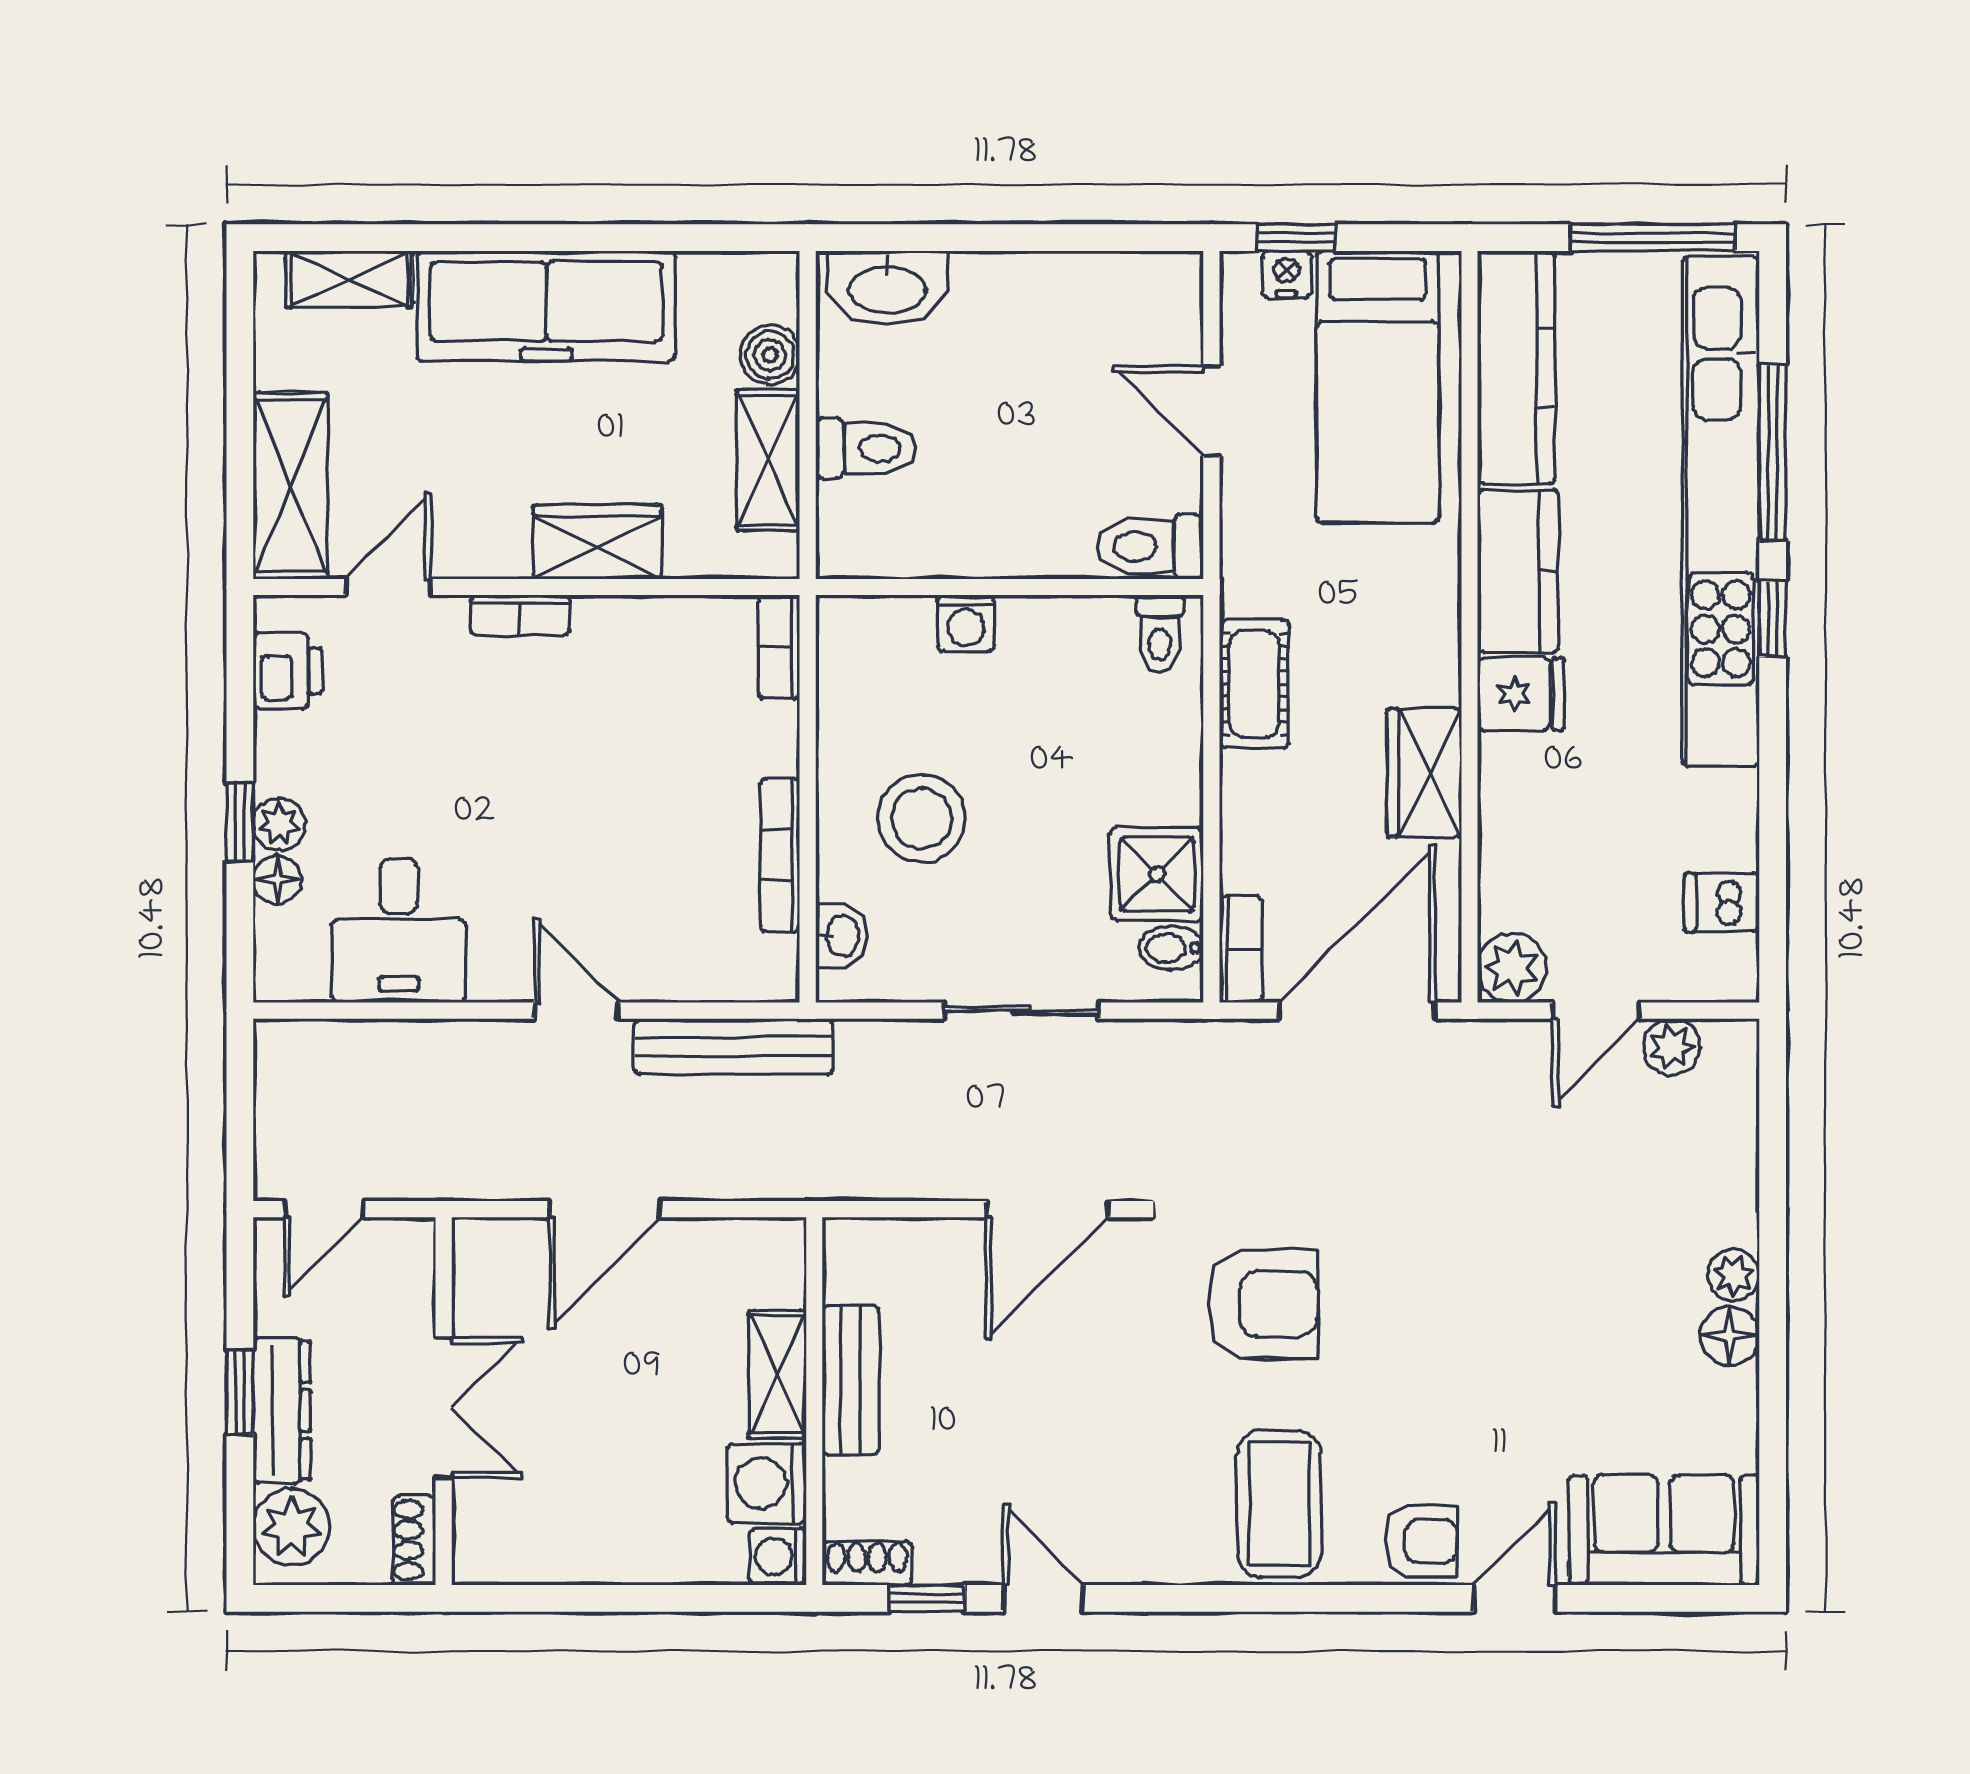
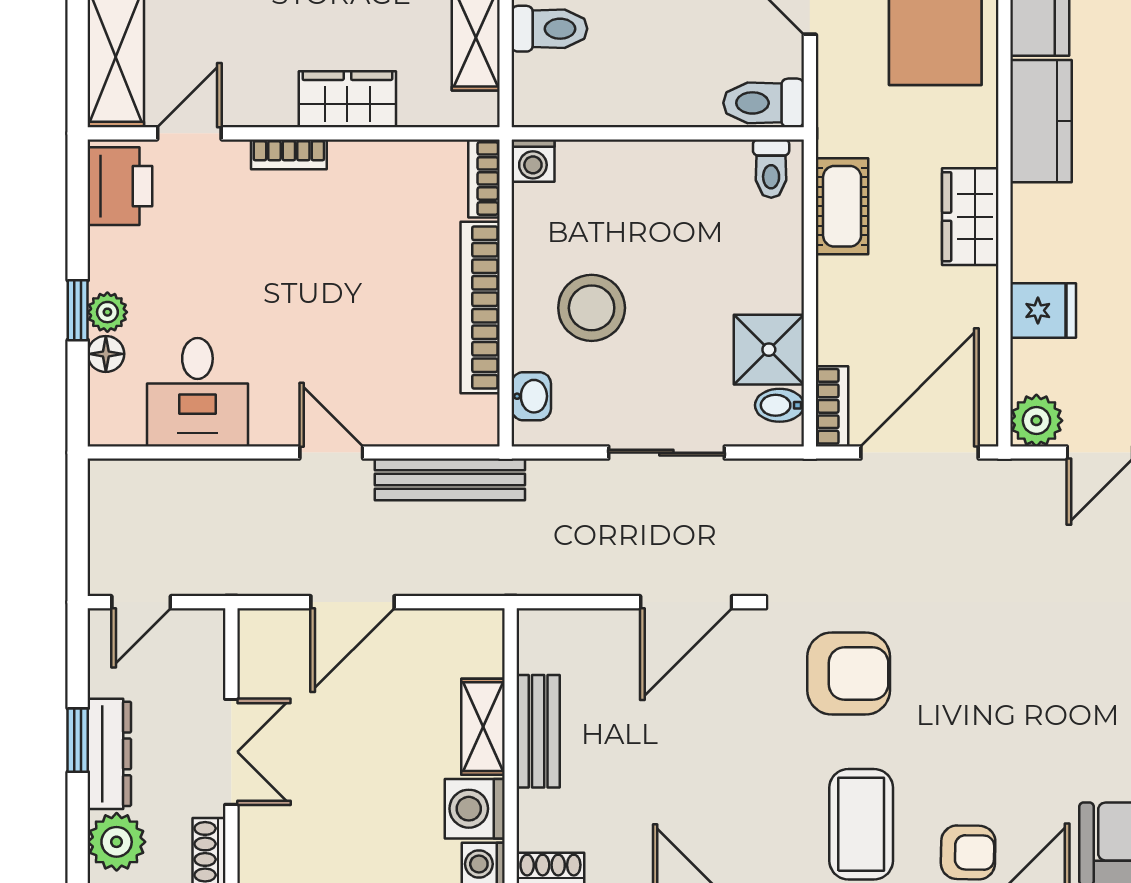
washing machine: (966, 623) -> (533, 161), moved
printer: (288, 671) -> (120, 186), width x1.36, depth x1.24
fridge: (1521, 694) -> (1043, 310), moved
wardrobe: (1424, 773) -> (970, 217), moved
bookcase: (780, 855) -> (480, 307), width x1.48, depth x1.31

